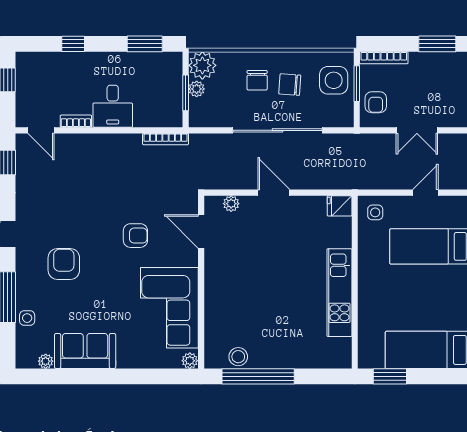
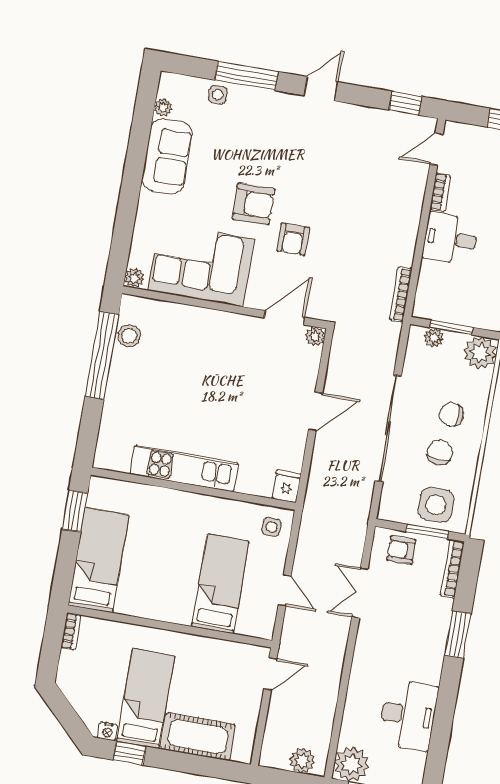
plant: (197, 89) -> (434, 338), moved
plant: (231, 204) -> (315, 336), moved
armchair: (64, 264) -> (253, 204), moved

